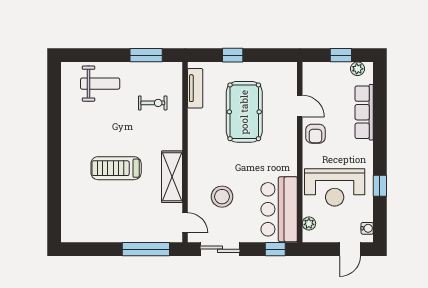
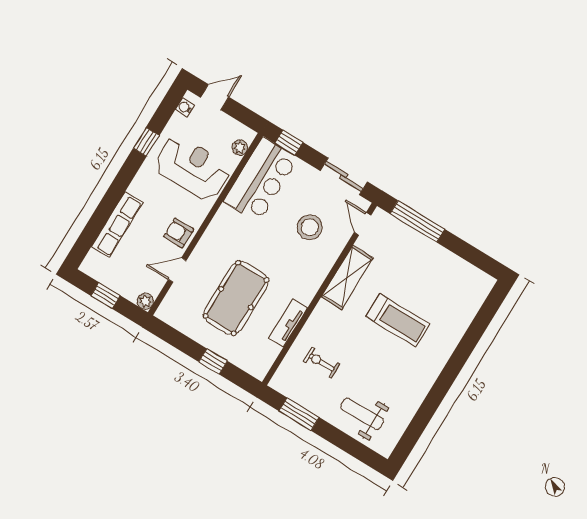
plant: (358, 69) -> (145, 301), moved
tv unit: (195, 88) -> (288, 323), moved
door: (300, 106) -> (177, 270), hinge flipped
armchair: (315, 134) -> (179, 233), turned -90

